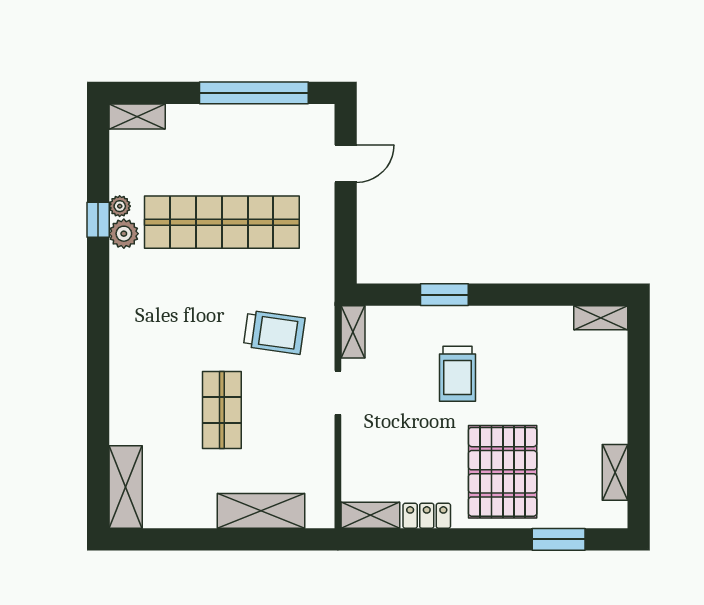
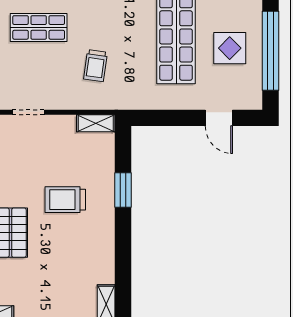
display table: (250, 149) -> (230, 48), added
trolley: (274, 332) -> (96, 66), width x0.73, depth x0.72
doorway: (338, 393) -> (28, 112), moved

